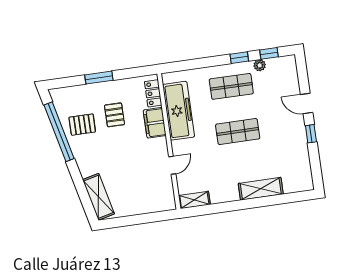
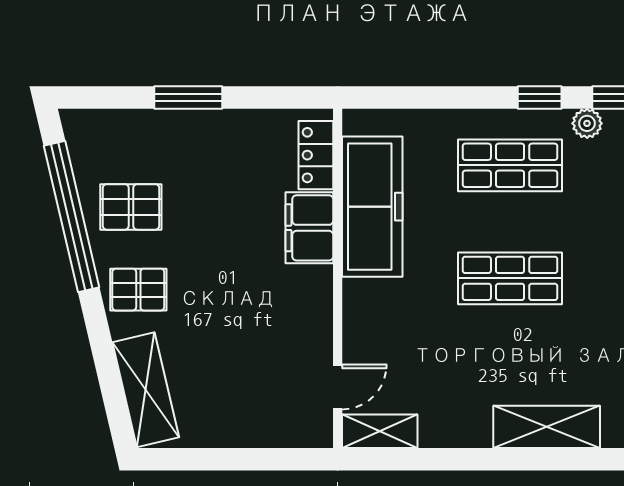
pallet: (114, 115) -> (138, 290), moved, turned 90
door: (172, 165) -> (338, 387), moved

